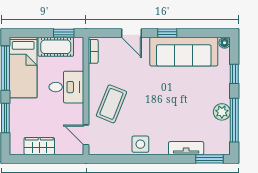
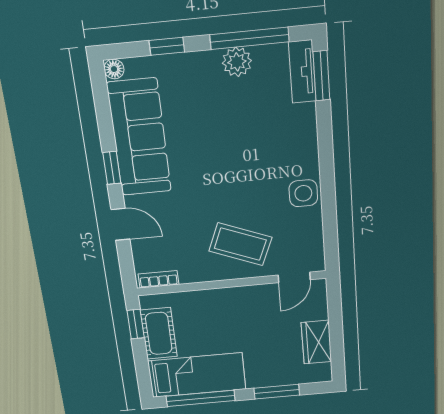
door: (132, 33) -> (120, 224), hinge flipped
desk: (66, 87) -> (220, 313), removed
tv unit: (186, 148) -> (302, 72), moved

